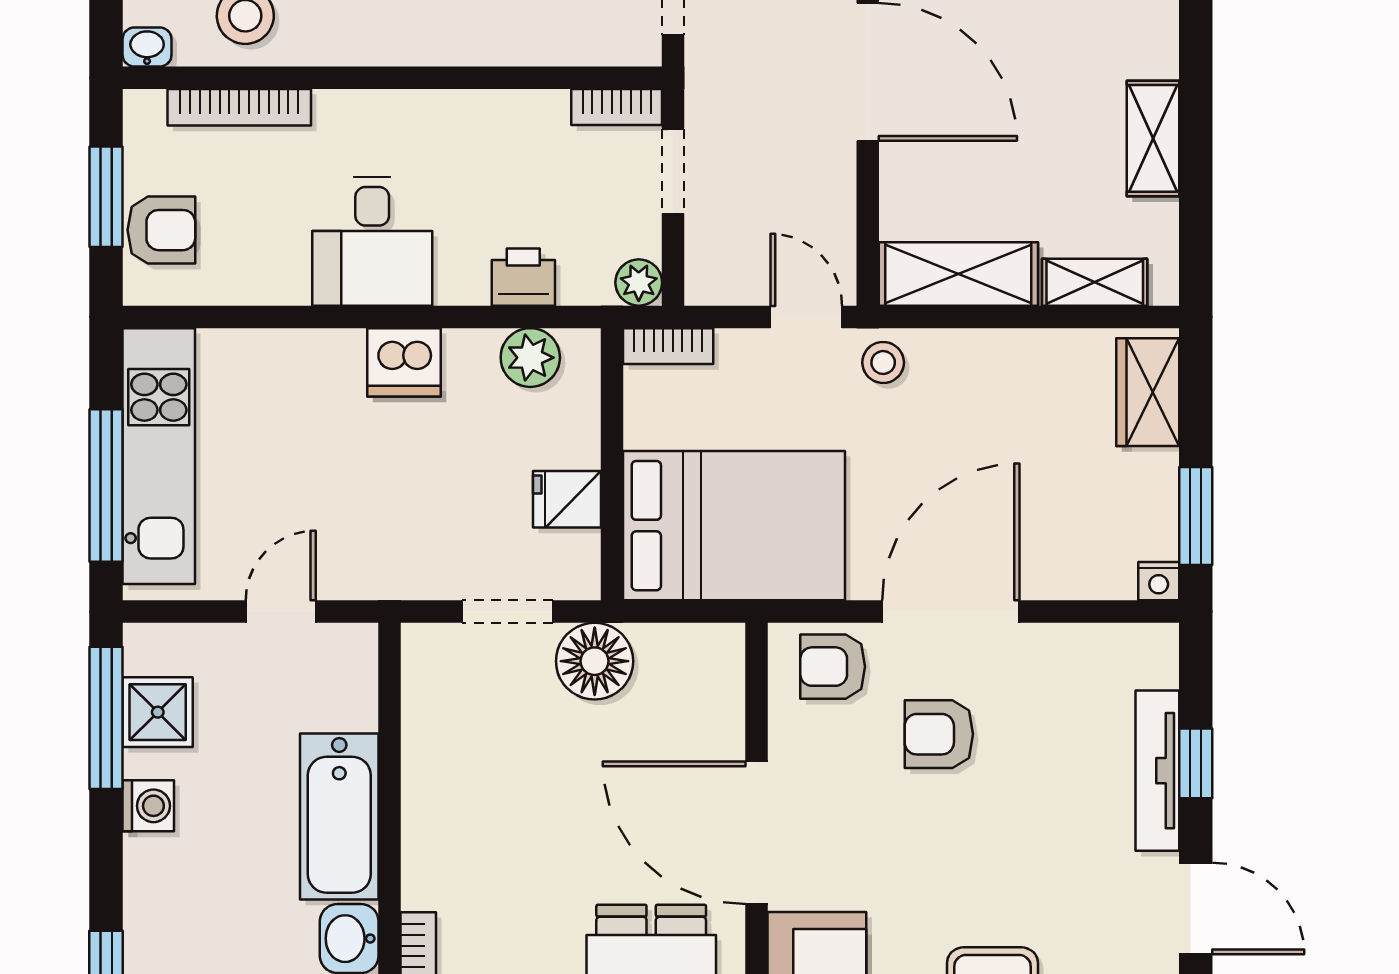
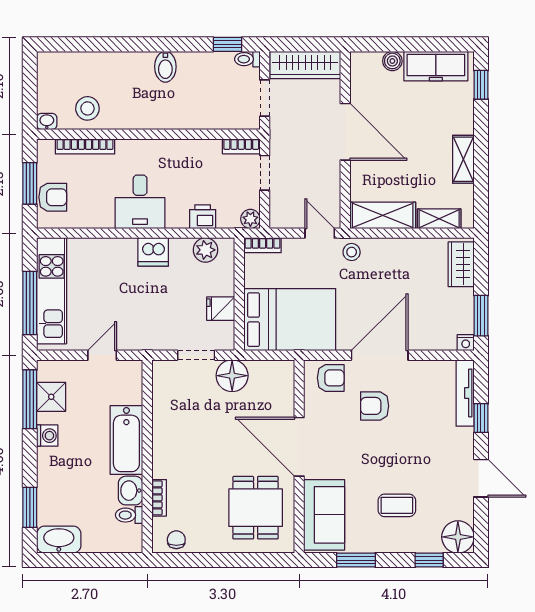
armchair: (833, 667) -> (331, 378), turned 180
tv unit: (1157, 771) -> (465, 393), moved

